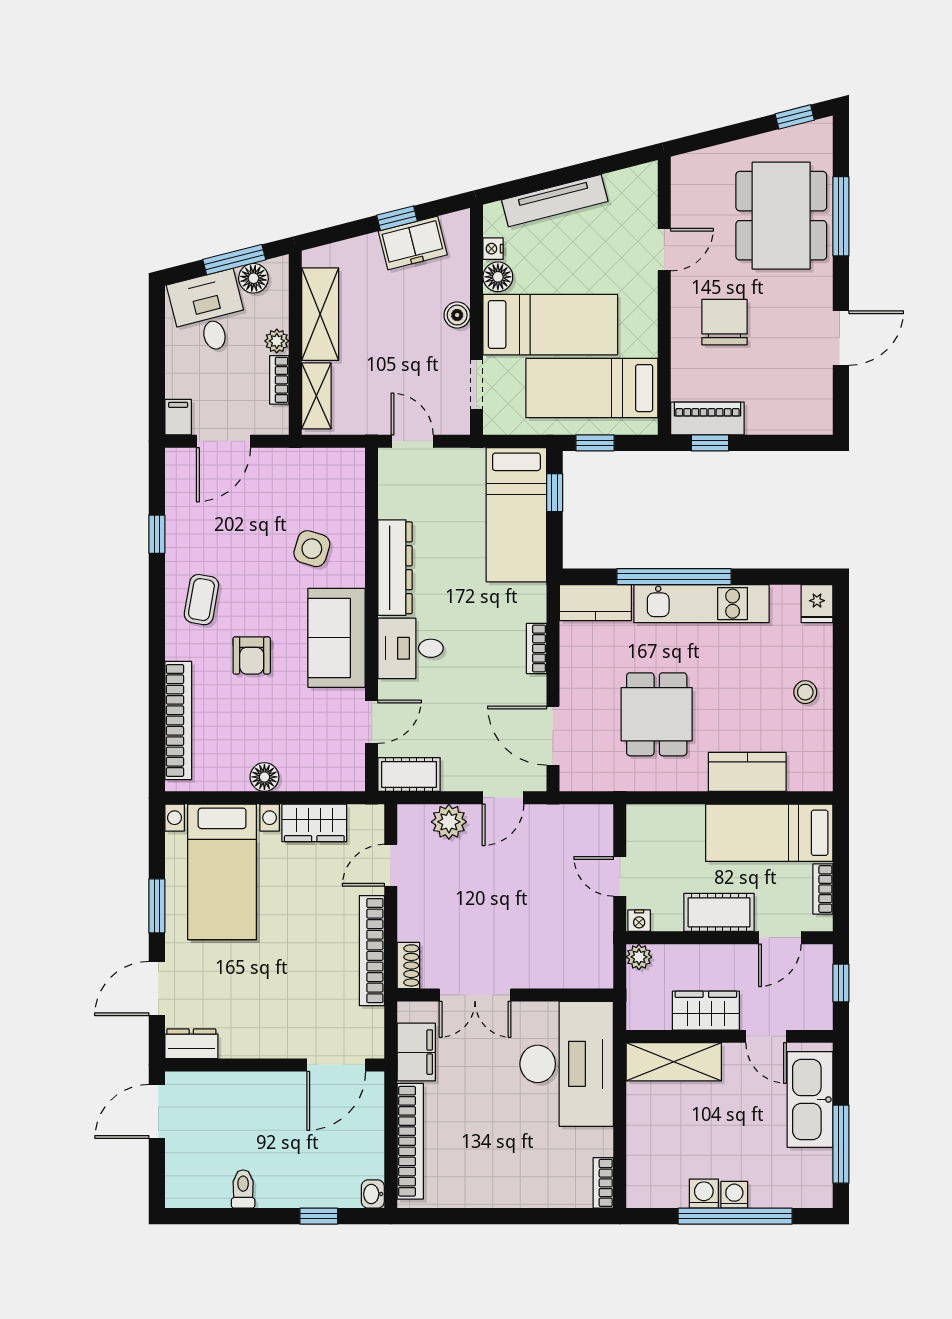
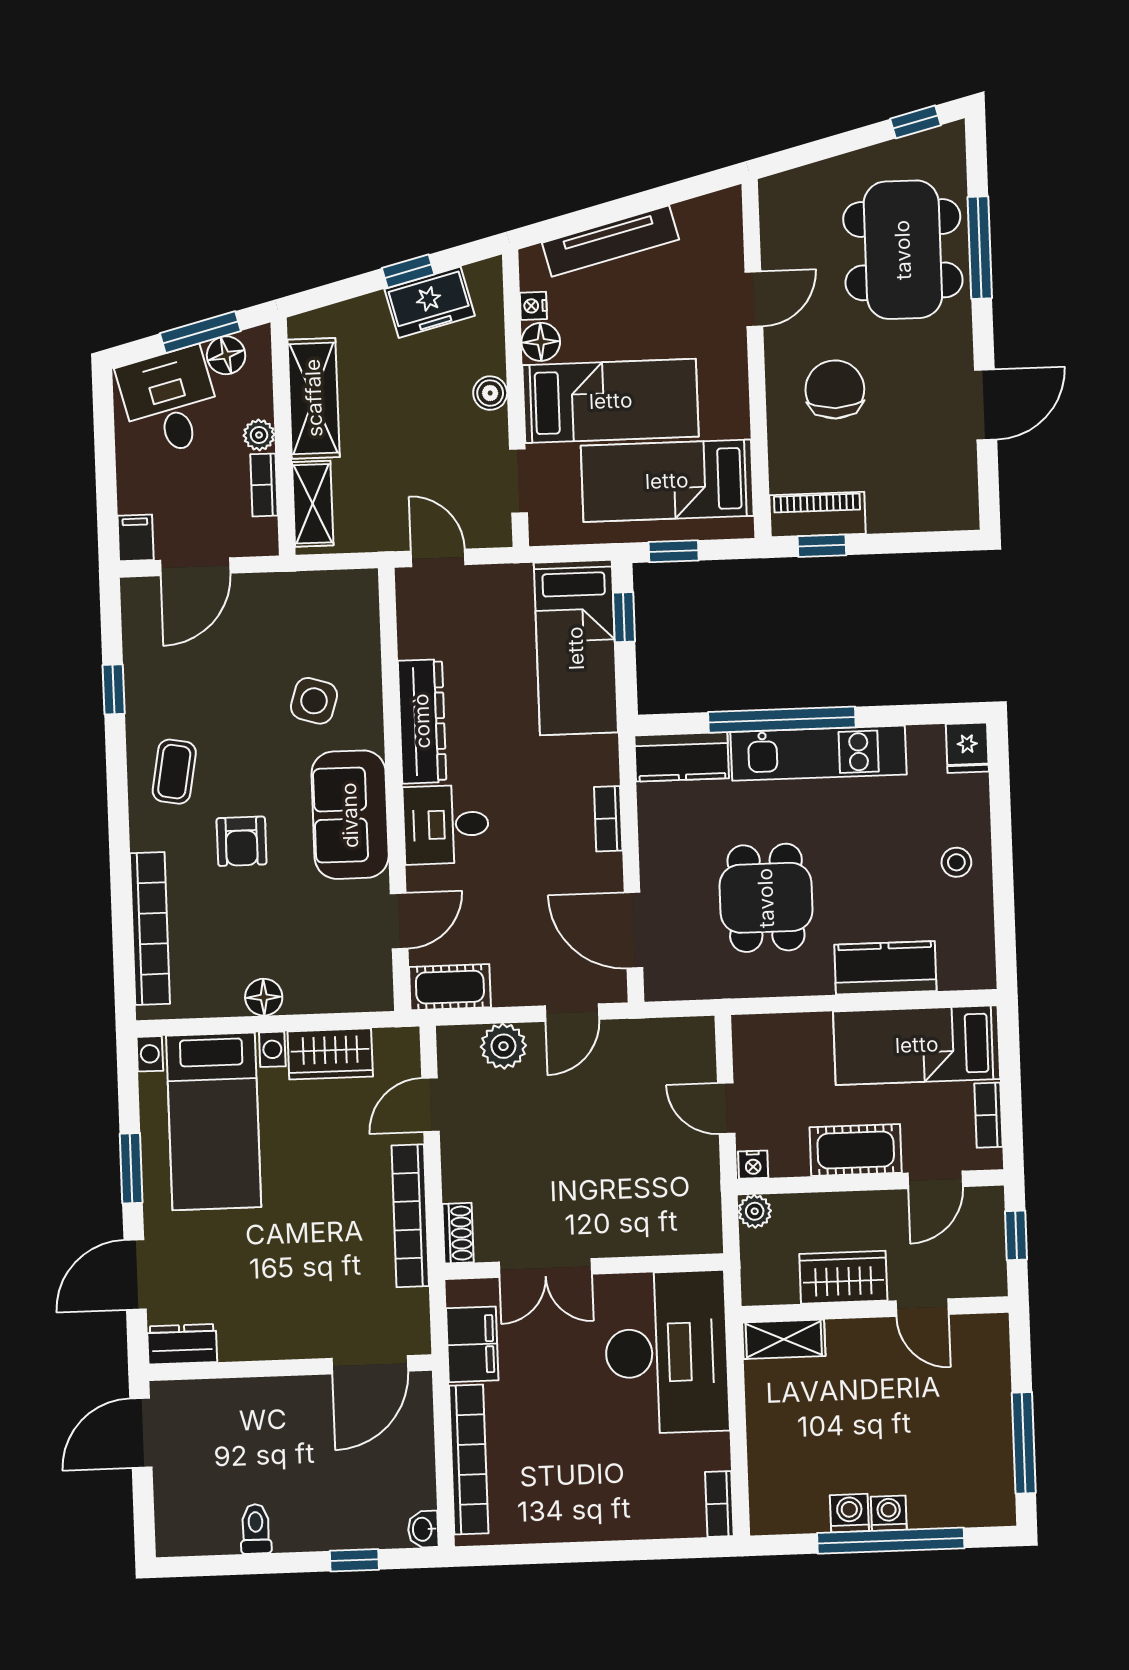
shelving: (674, 1062) -> (784, 1339), width x0.67, depth x0.75
kitchen sink: (810, 1100) -> (982, 1387), removed

